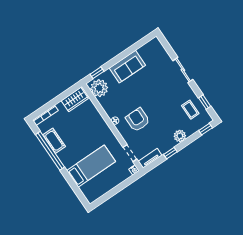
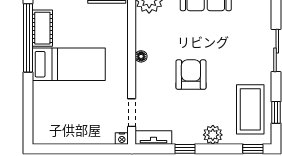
coffee table: (190, 110) -> (250, 109), width x1.86, depth x1.72
armchair: (138, 120) -> (191, 75), moved
bed: (91, 166) -> (69, 64), moved

